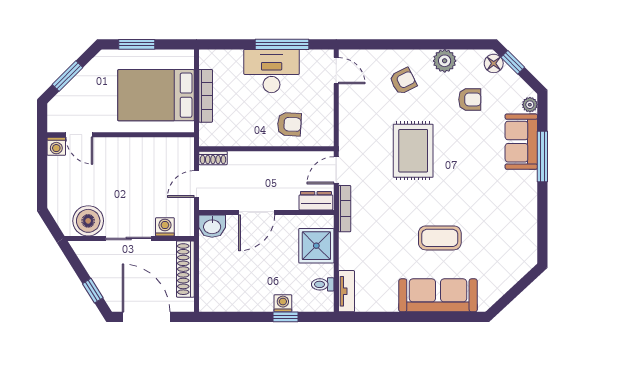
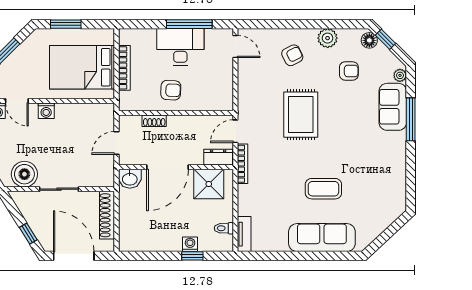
armchair: (289, 124) -> (171, 90), moved
shoe rack: (213, 158) -> (154, 121), moved
door: (257, 213) -> (168, 167), width x1.36
washing machine: (165, 227) -> (46, 111), moved, turned 180
shower: (316, 246) -> (209, 184), moved

